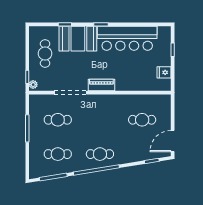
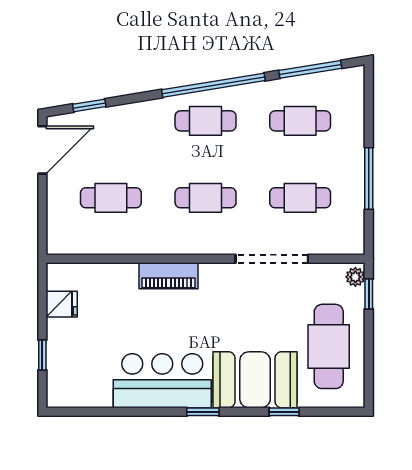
bar counter: (127, 38) -> (162, 381), width x0.73
cafe table: (45, 54) -> (329, 346), width x1.37, depth x1.35
piano: (101, 85) -> (168, 276), moved
cafe table: (100, 120) -> (206, 198), added

